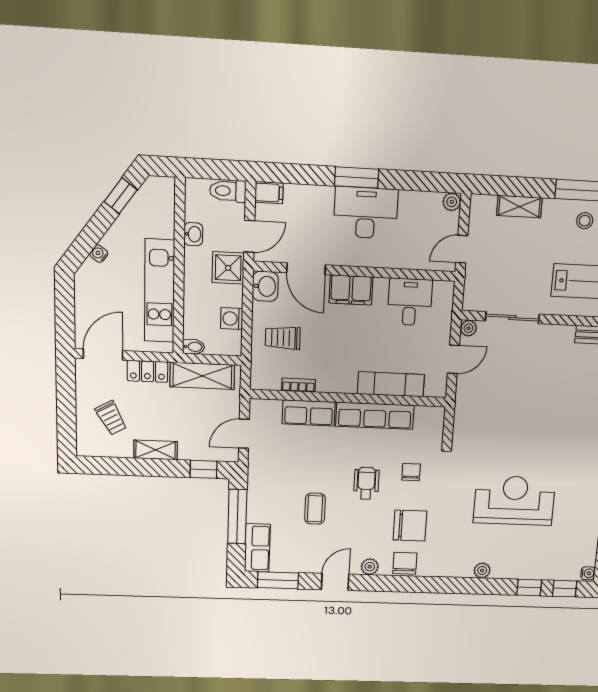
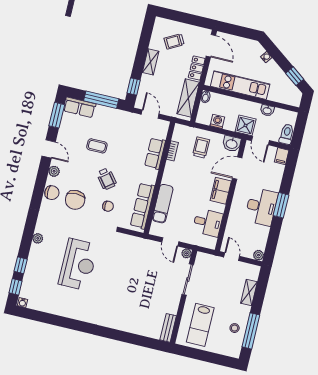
row of seats: (375, 416) -> (142, 206), moved
wheelchair: (366, 483) -> (107, 179), turned 52

